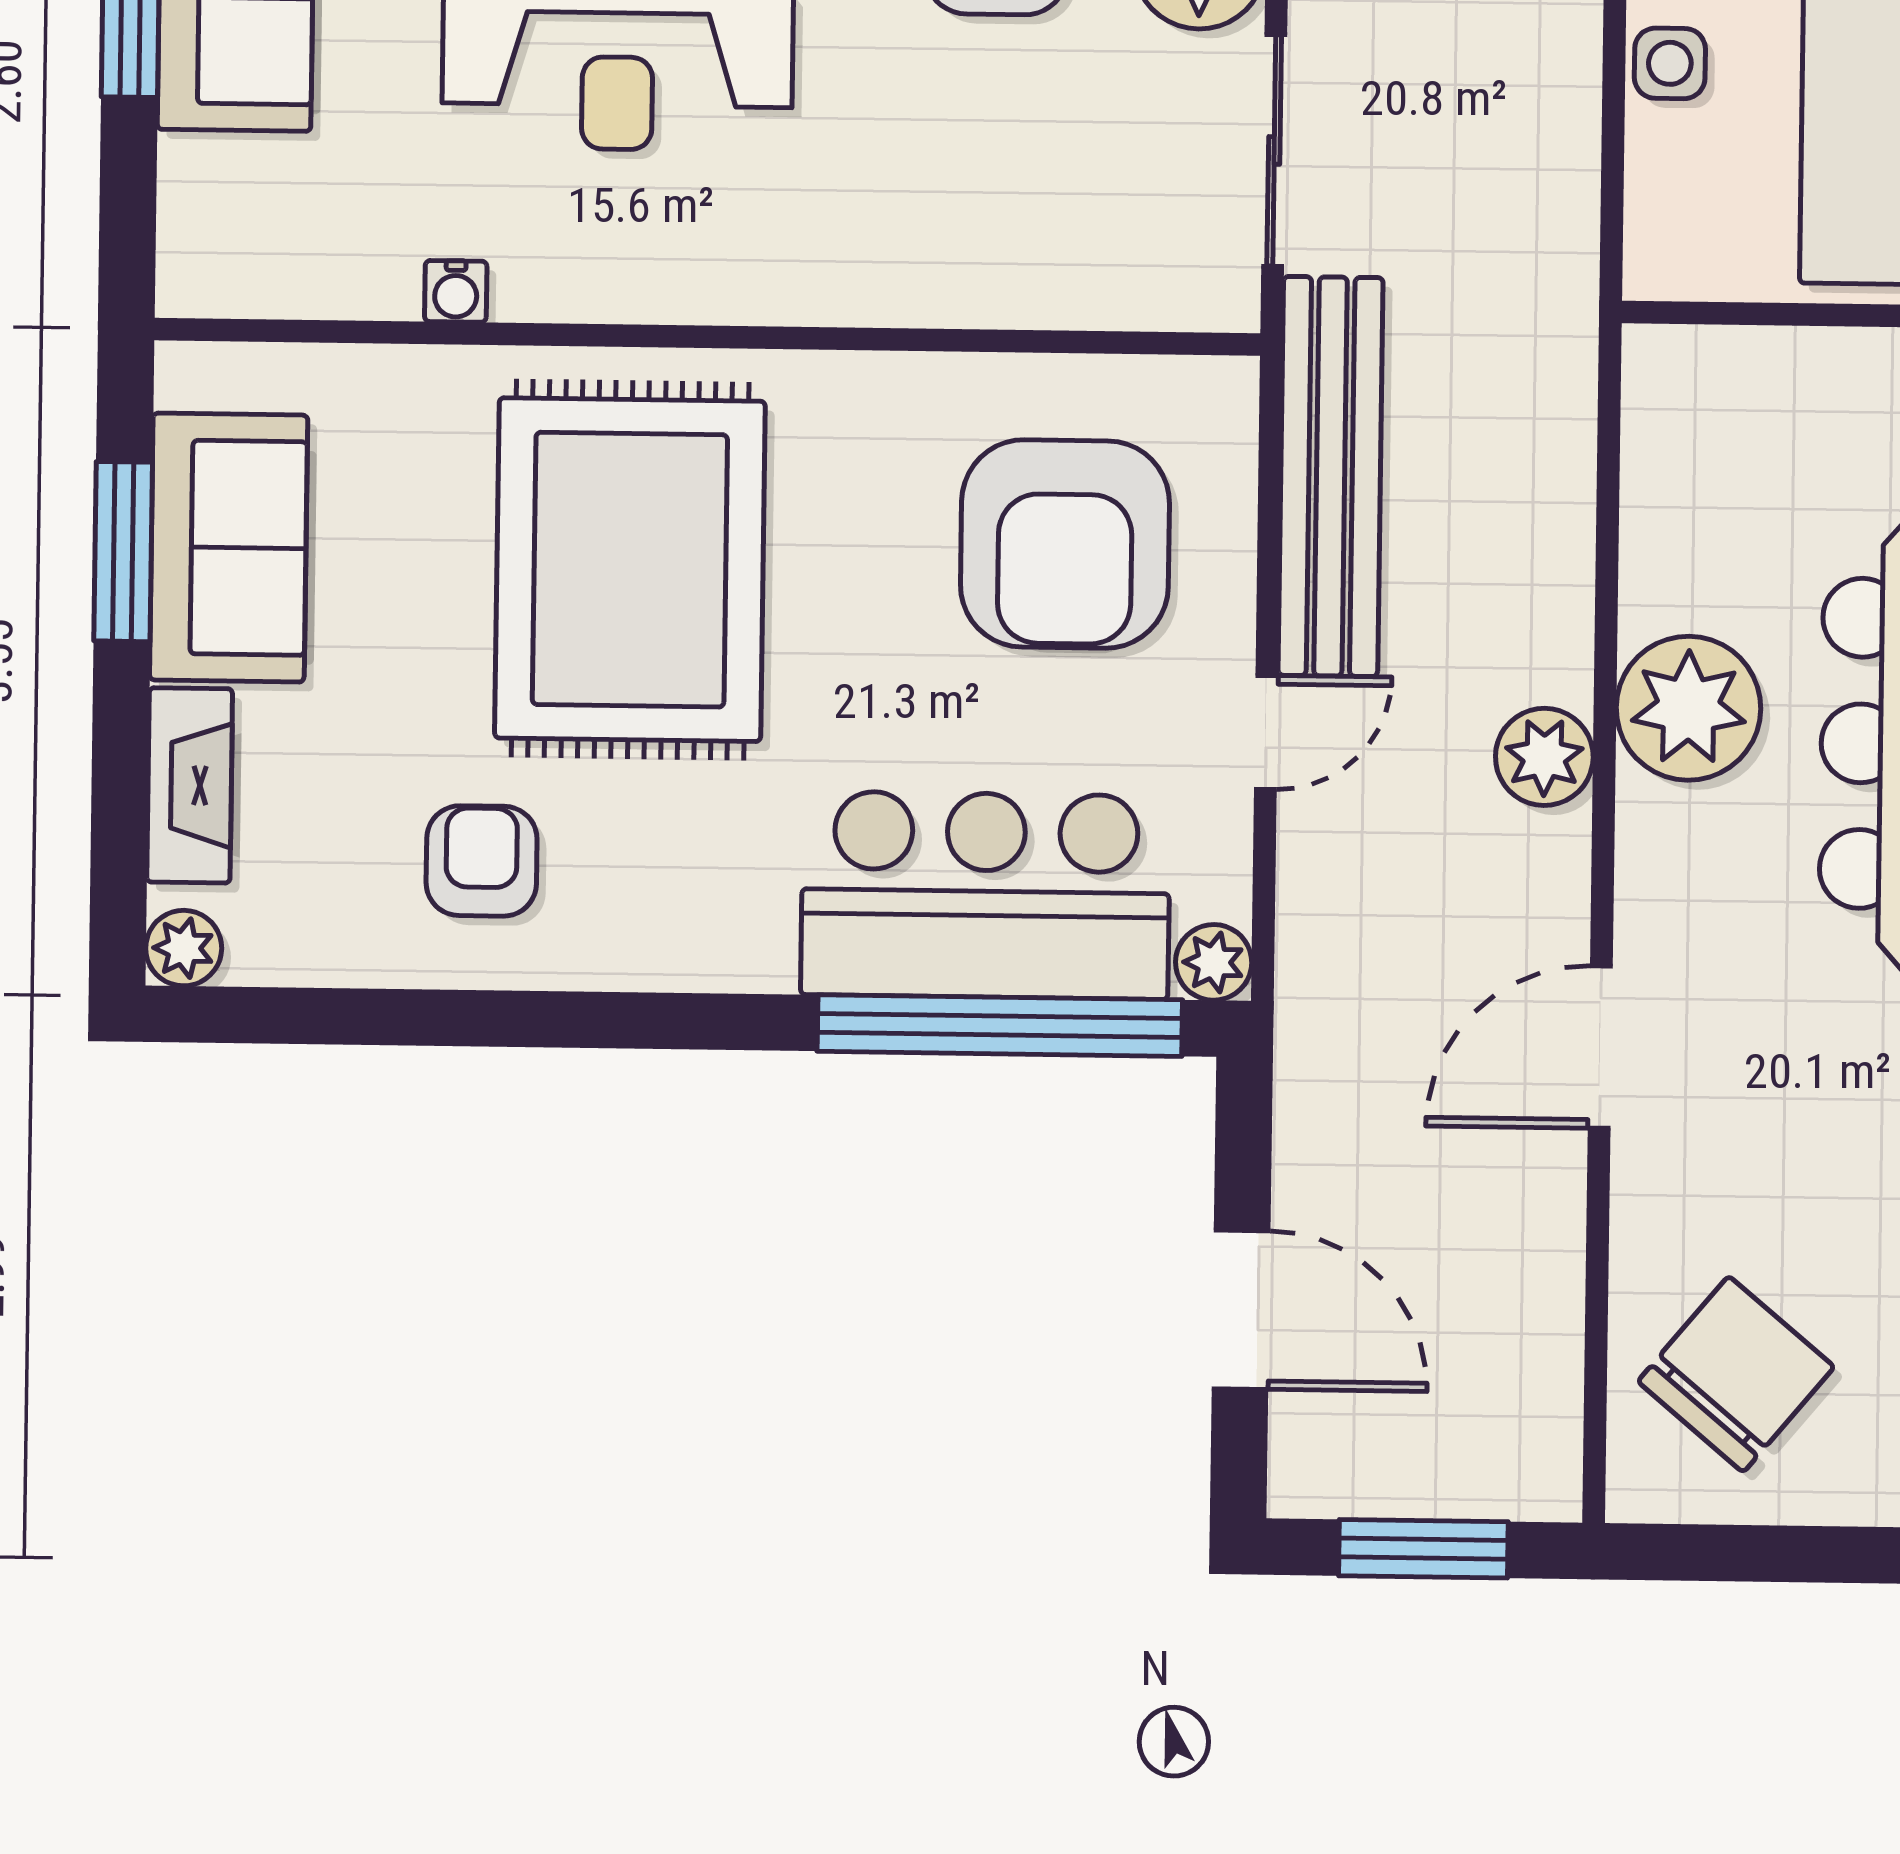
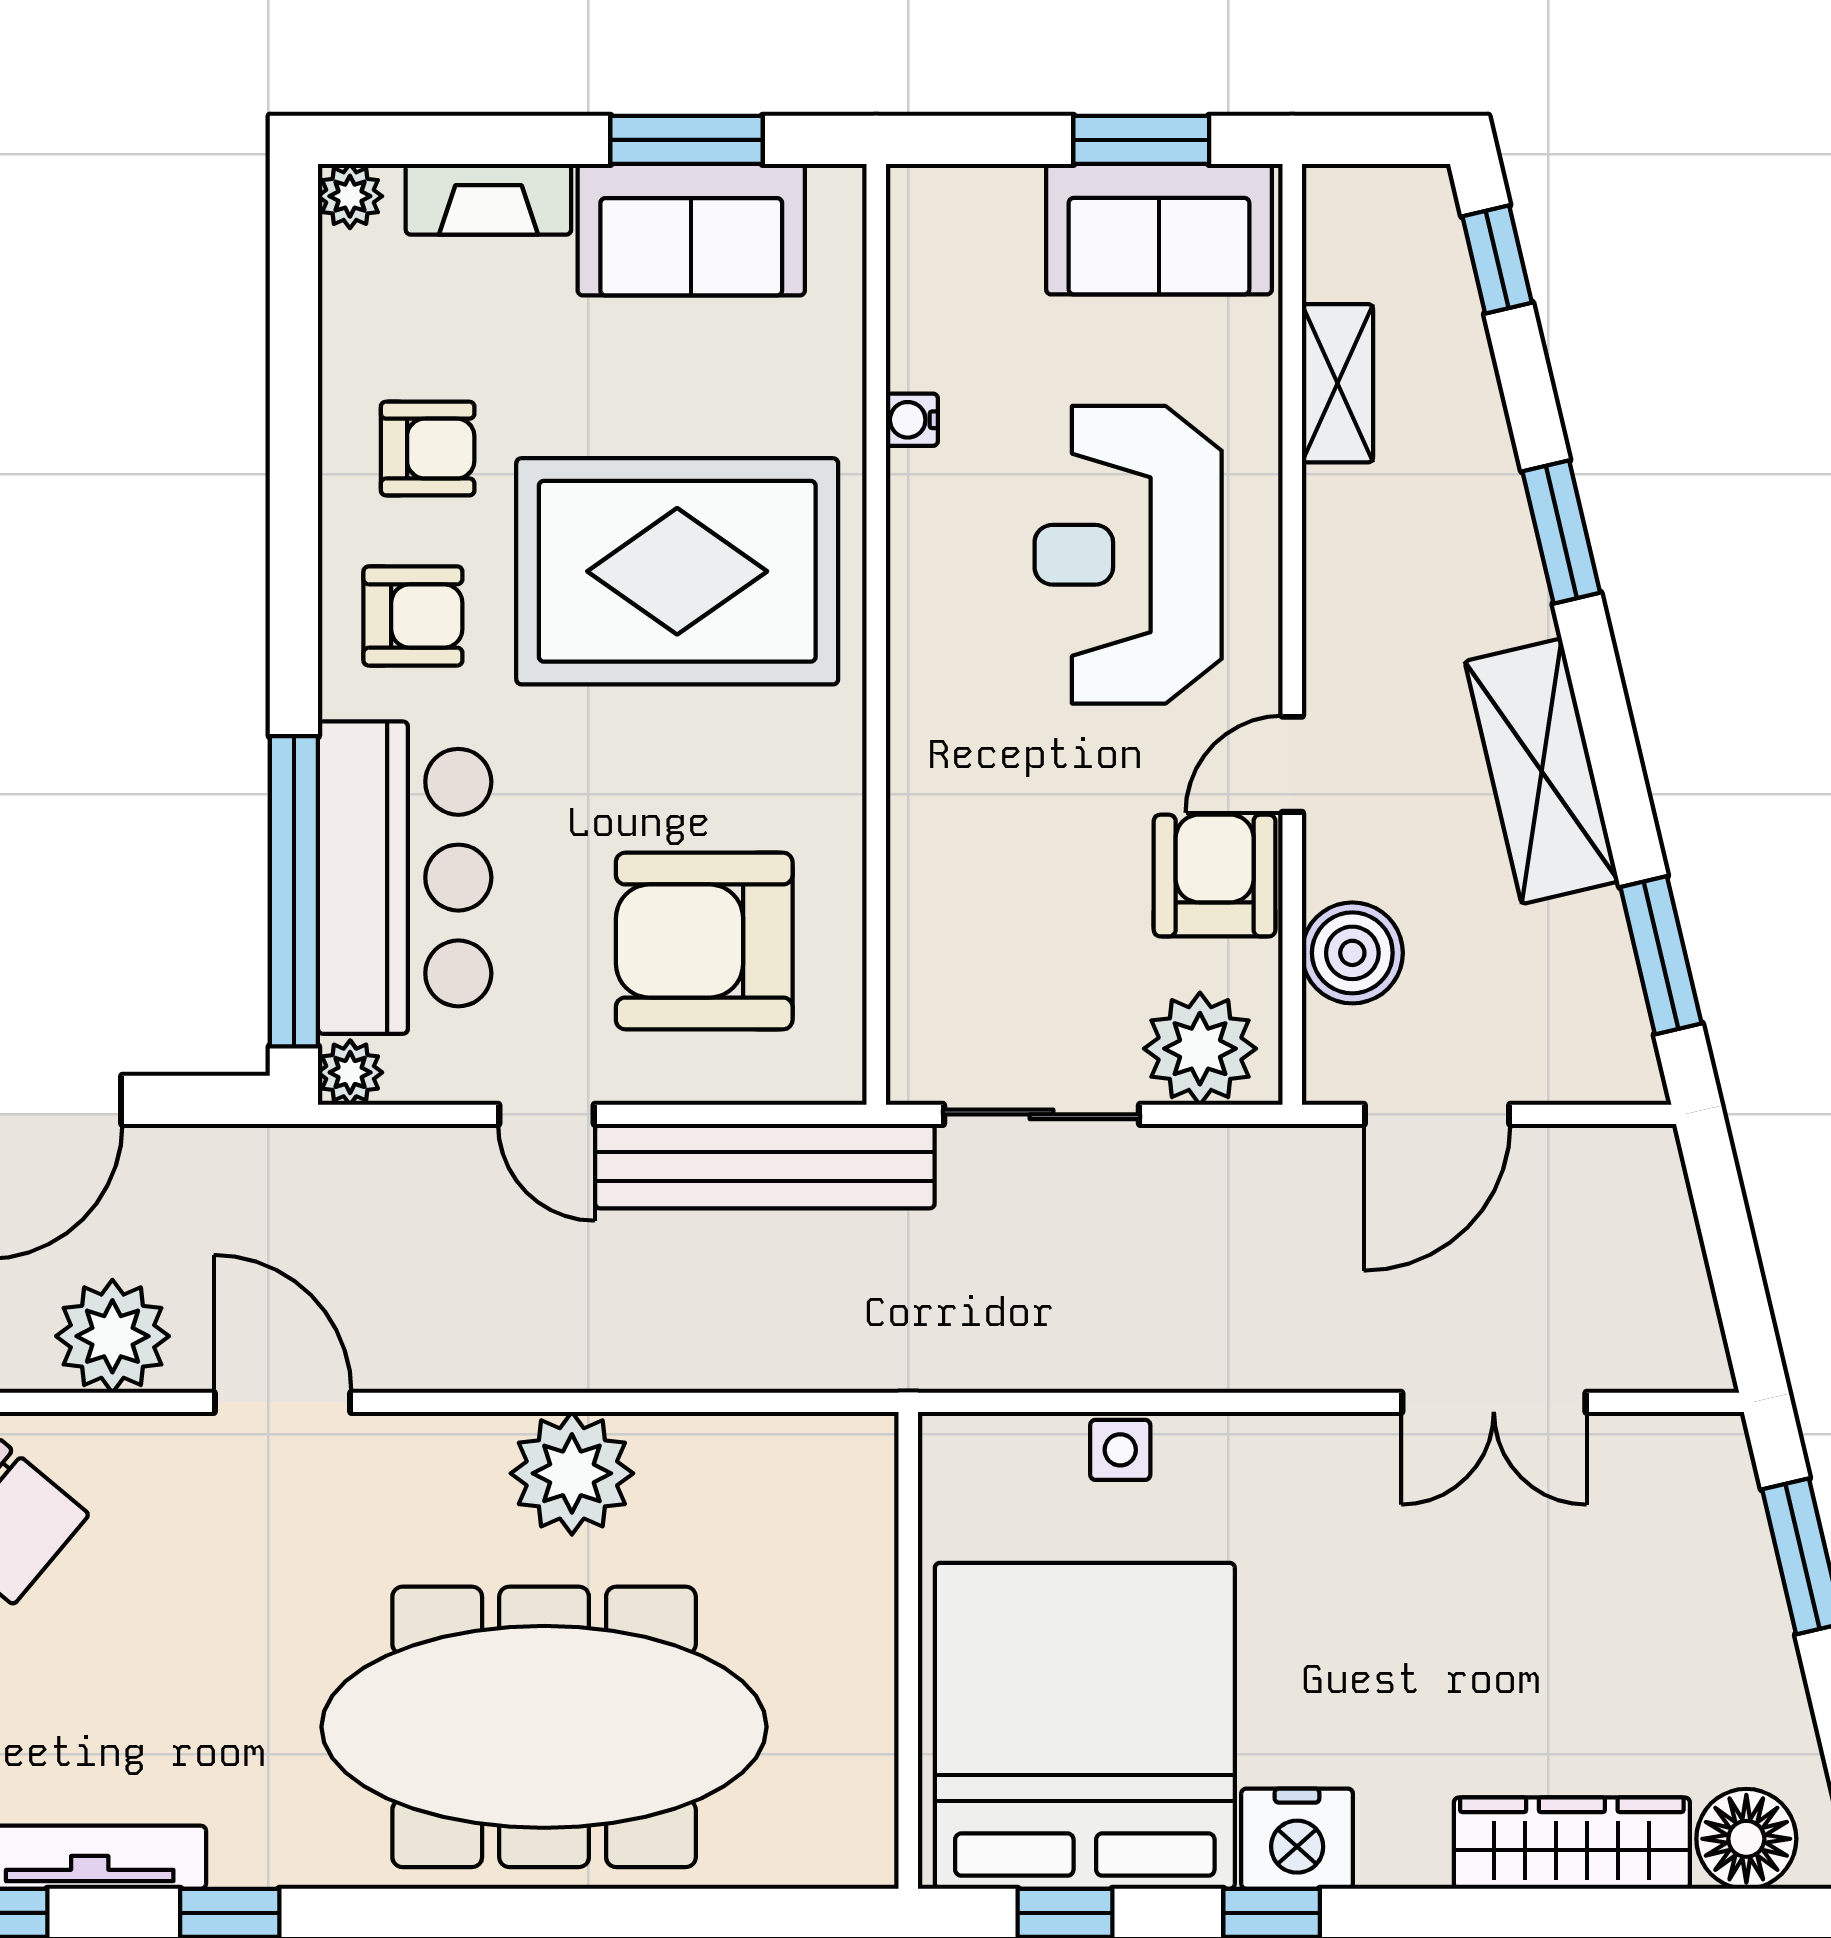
plant: (1544, 757) -> (112, 1336), moved, width x1.36, depth x1.36
armchair: (678, 881) -> (413, 616), added

